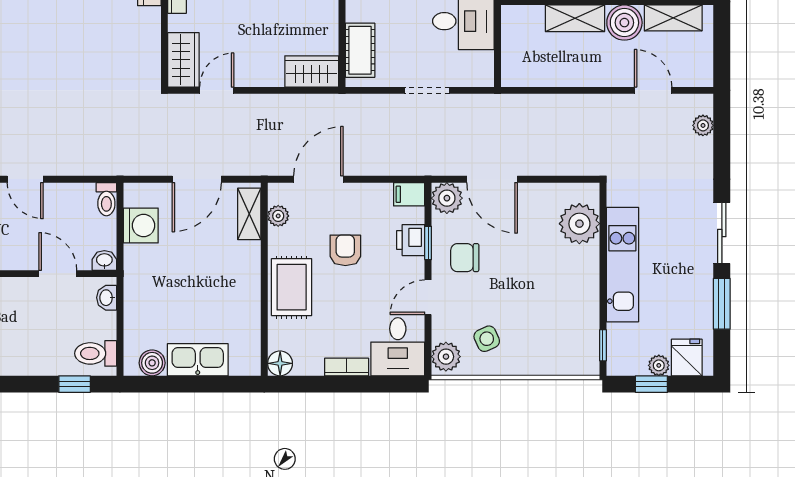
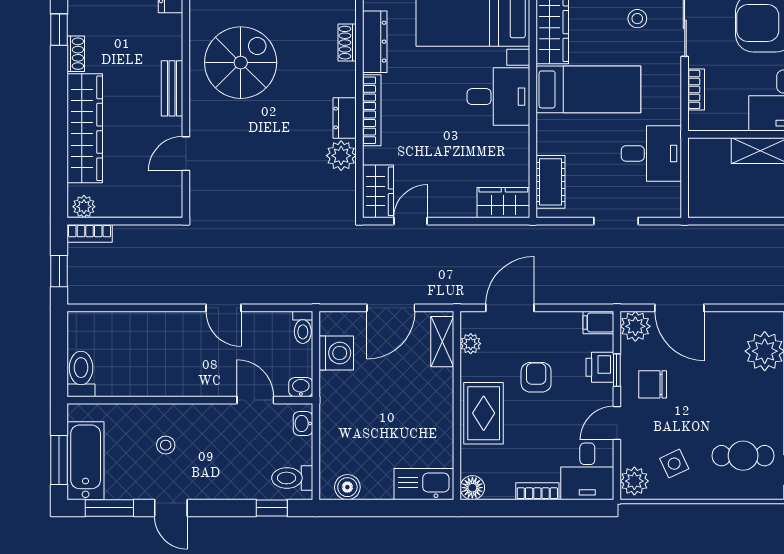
plant: (146, 23) -> (341, 156), added
cafe table: (557, 331) -> (743, 456), added
kitchen sink: (198, 360) -> (424, 484), moved

